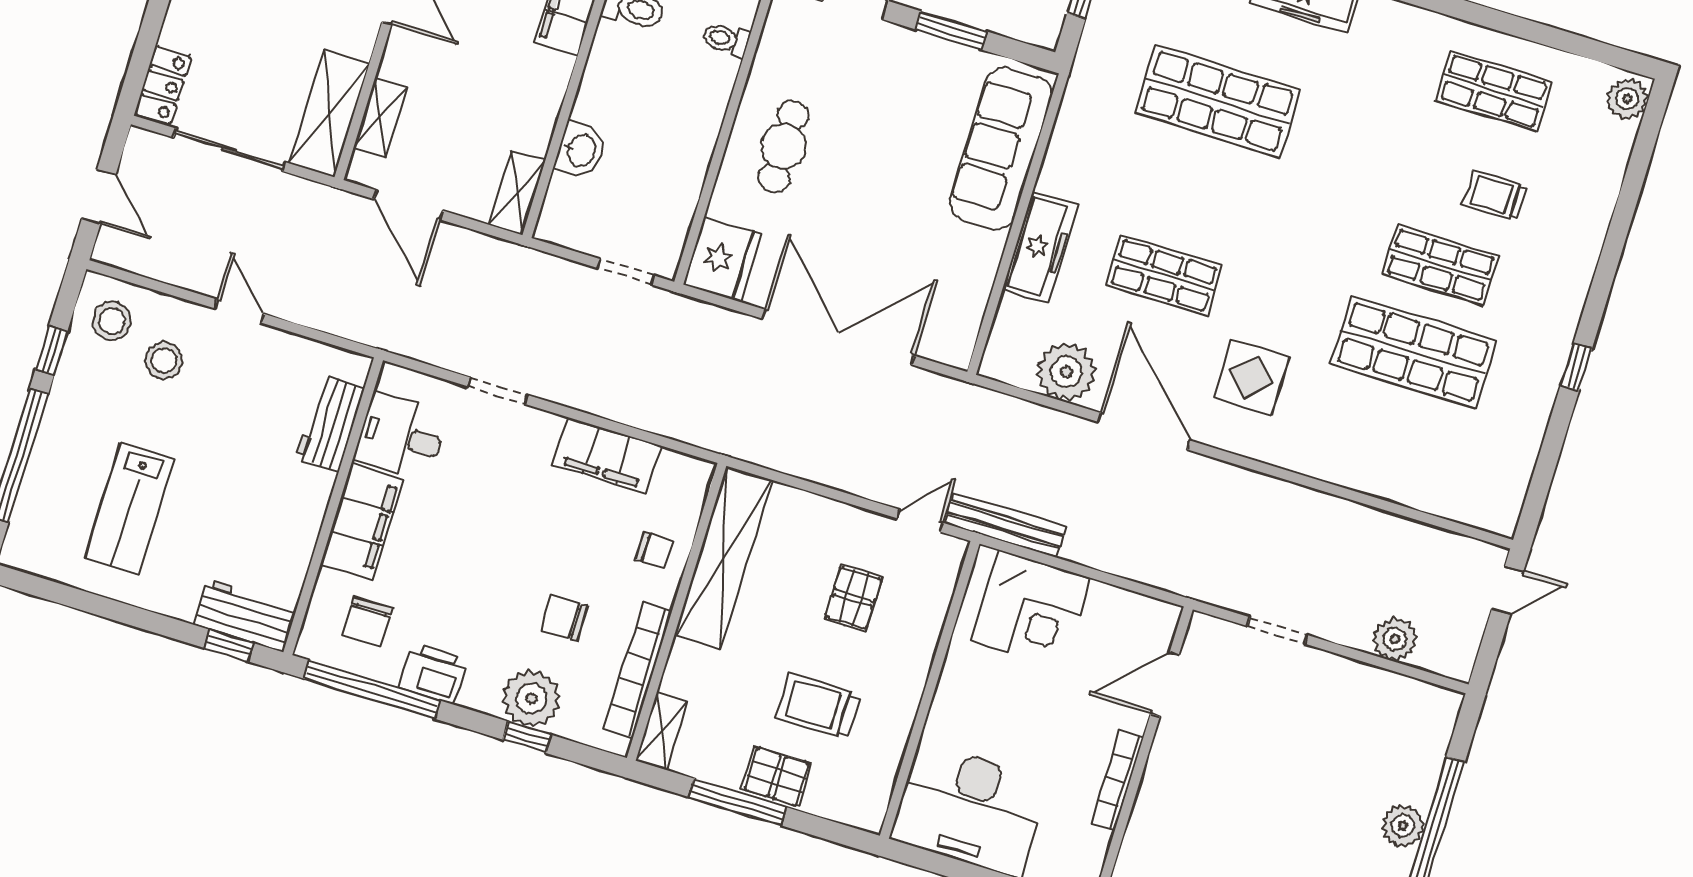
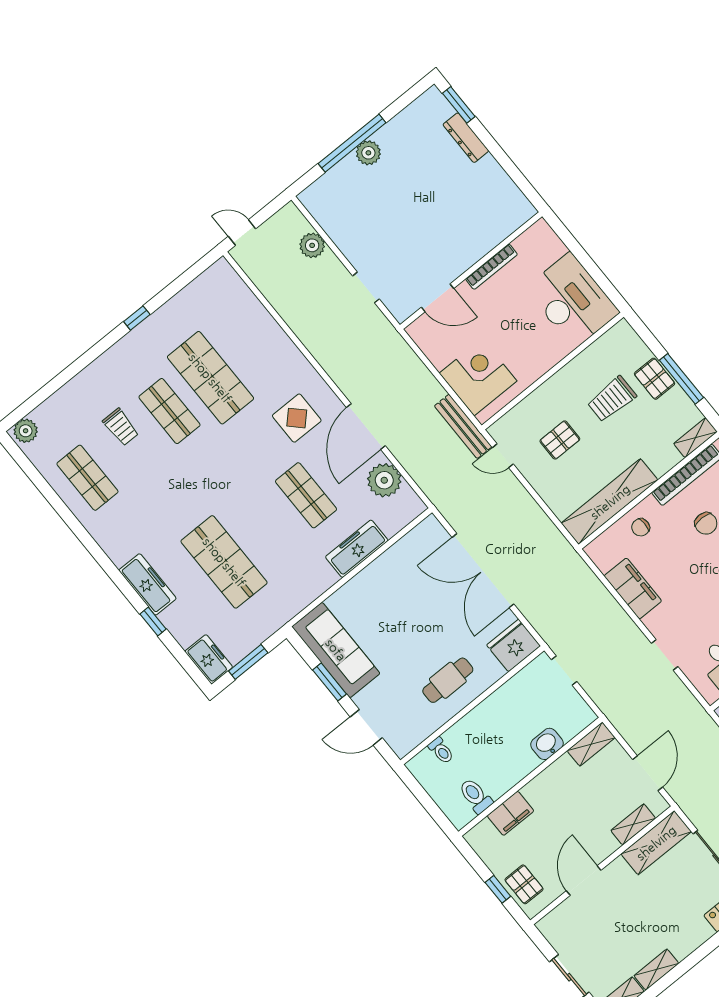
sofa: (1000, 149) -> (336, 650), moved, turned -90
chair: (654, 550) -> (641, 527), turned -90
trolley: (818, 706) -> (612, 399), turned 90

